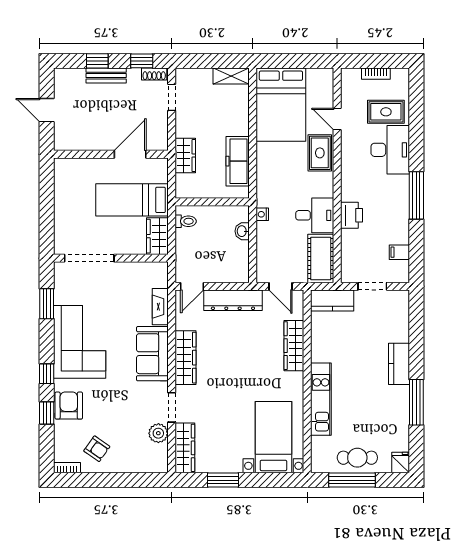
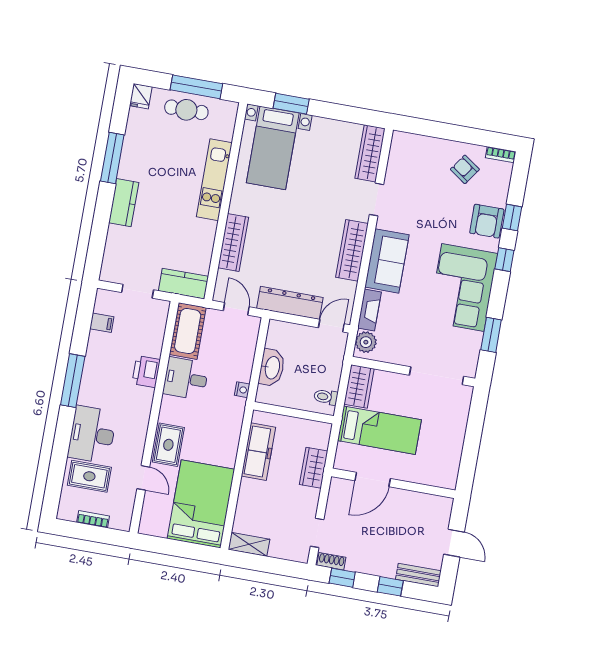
bench: (106, 76) -> (418, 575), moved
washbasin: (242, 231) -> (272, 368), width x1.91, depth x1.45
plant: (158, 433) -> (366, 342), moved
window: (223, 480) -> (291, 104), moved

